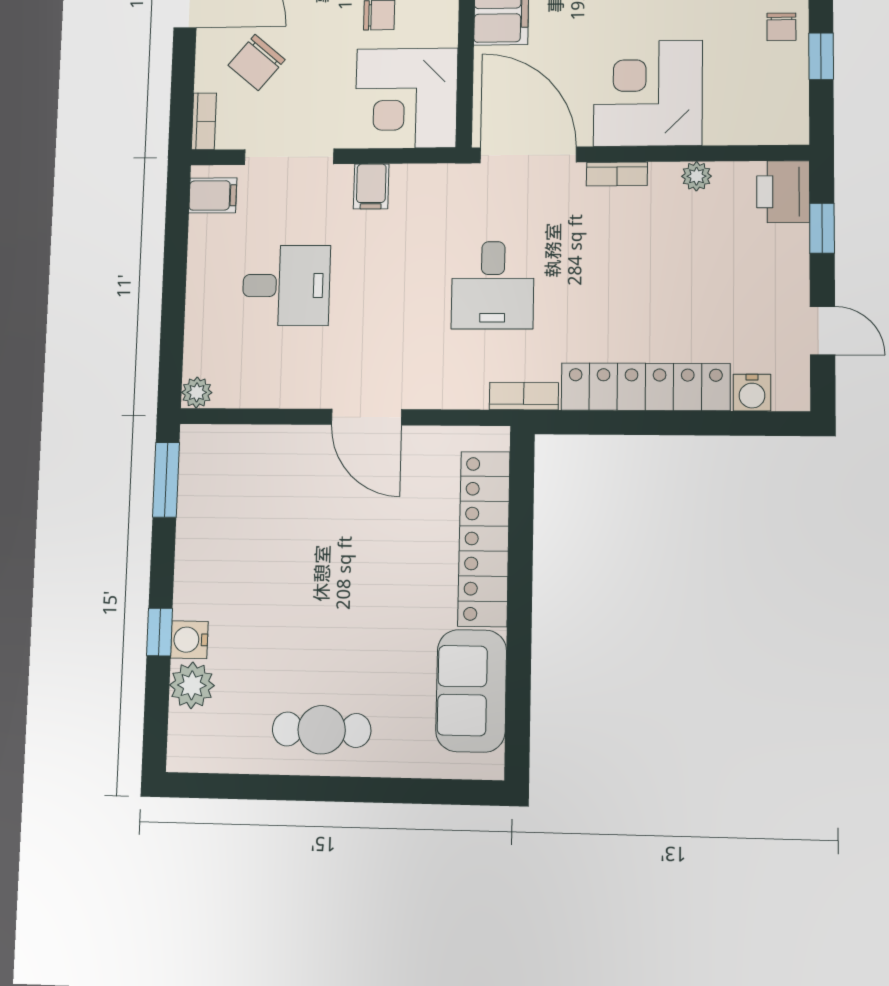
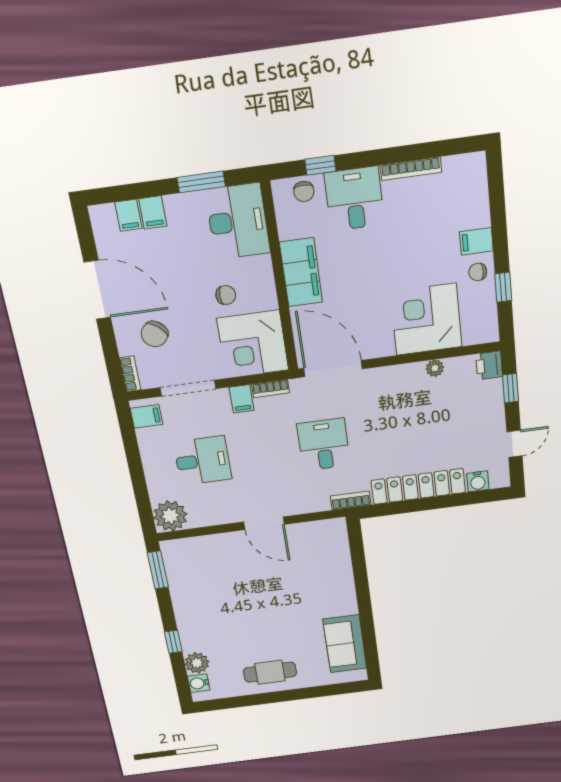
chair: (781, 27) -> (478, 272), turned 90
corner desk: (648, 93) -> (426, 319), moved
bookcase: (617, 174) -> (271, 389), moved
printer: (783, 192) -> (489, 365), width x0.73, depth x0.81
desk: (493, 285) -> (324, 445), turned 180
door: (823, 331) -> (515, 444), hinge flipped
plant: (197, 392) -> (170, 516), width x1.88, depth x1.88
locker: (484, 539) -> (340, 574), removed
water cooler: (189, 640) -> (199, 683), moved

